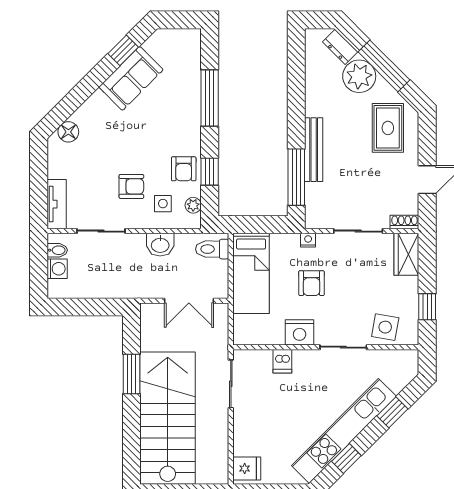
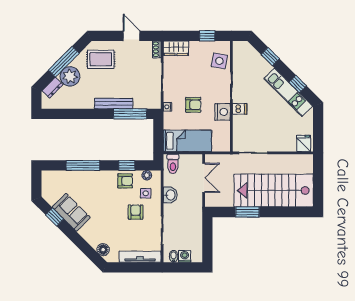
tv unit: (57, 204) -> (140, 257), width x1.41
dishwasher: (282, 361) -> (240, 109), moved
kitchen unit: (344, 431) -> (288, 92), width x0.73

